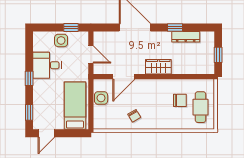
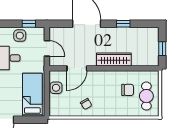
dresser: (186, 37) -> (133, 32), removed
wardrobe: (158, 67) -> (114, 59), width x1.50

